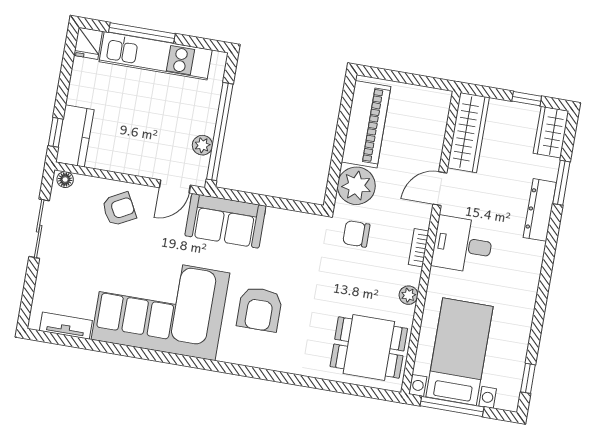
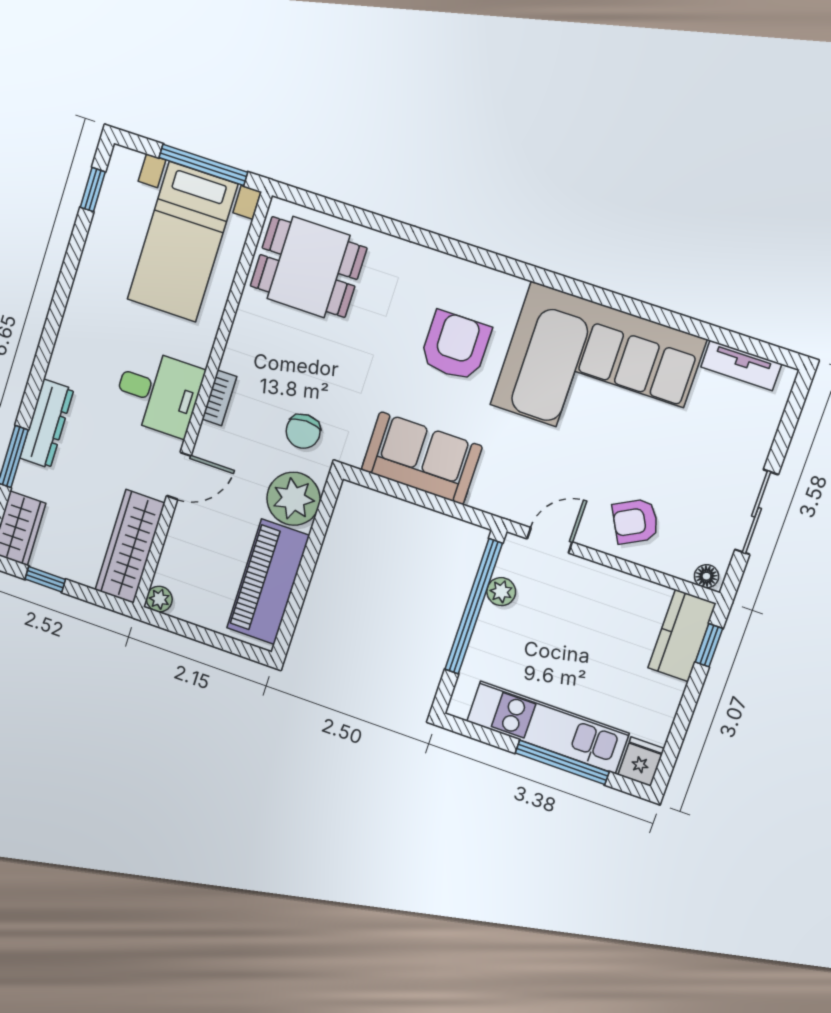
sofa: (225, 221) -> (422, 458), moved
chair: (356, 234) -> (303, 431), turned 90
plant: (408, 295) -> (159, 599), moved

